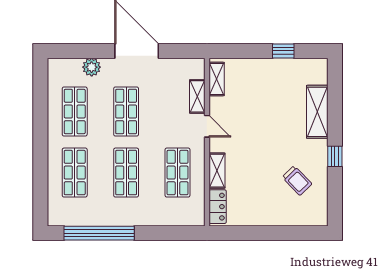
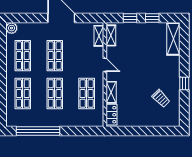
window: (247, 51) -> (130, 18), added
plant: (92, 67) -> (12, 28), moved
shelving: (197, 96) -> (99, 36), moved
shelving: (317, 112) -> (173, 39), moved

